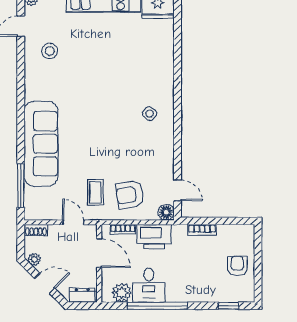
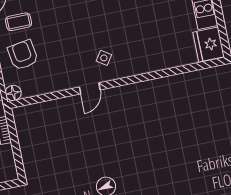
door: (178, 190) -> (90, 88), moved

